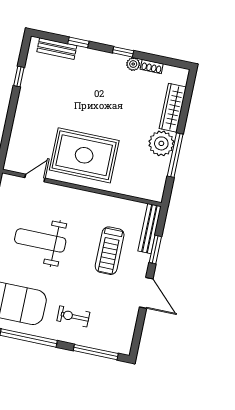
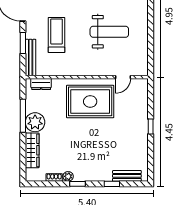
window: (19, 76) -> (151, 127), moved
dresser: (143, 191) -> (41, 84), added

